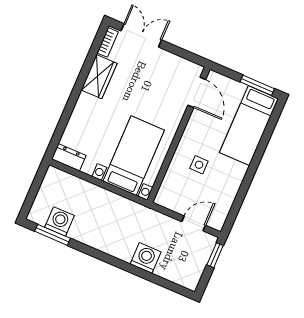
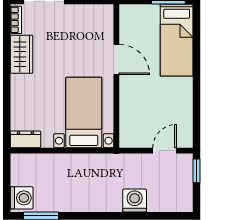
door: (197, 92) -> (116, 59), moved
side table: (199, 165) -> (147, 95), removed
washing machine: (59, 221) -> (22, 198), moved, turned 90

